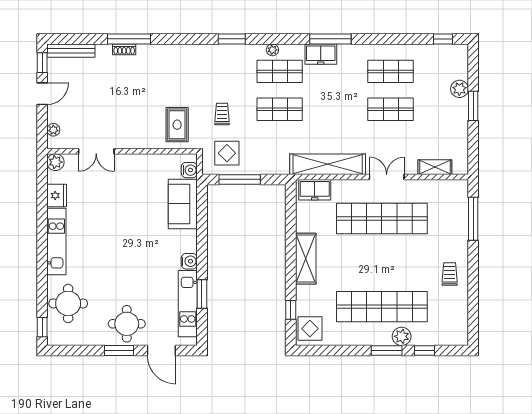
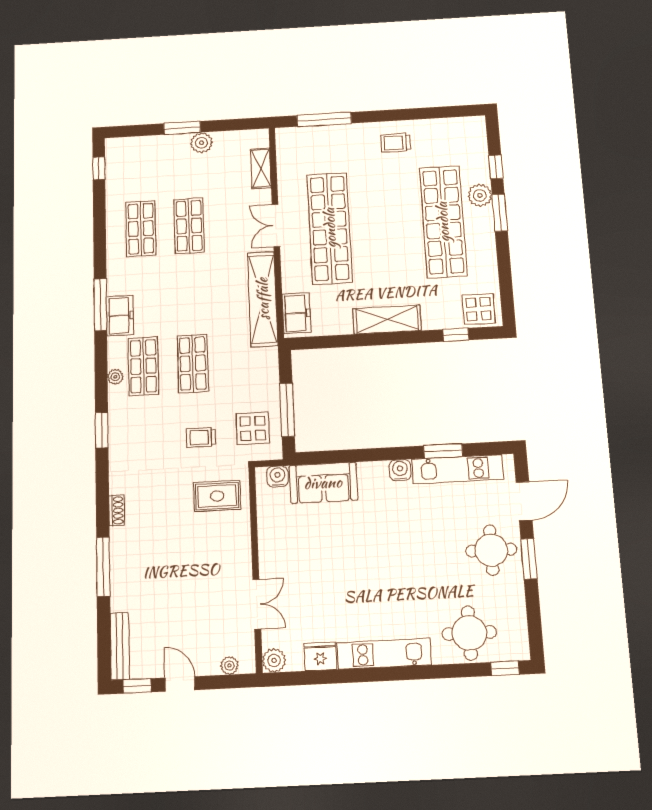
shoe rack: (124, 49) -> (116, 510), moved
plant: (459, 89) -> (201, 143), moved

